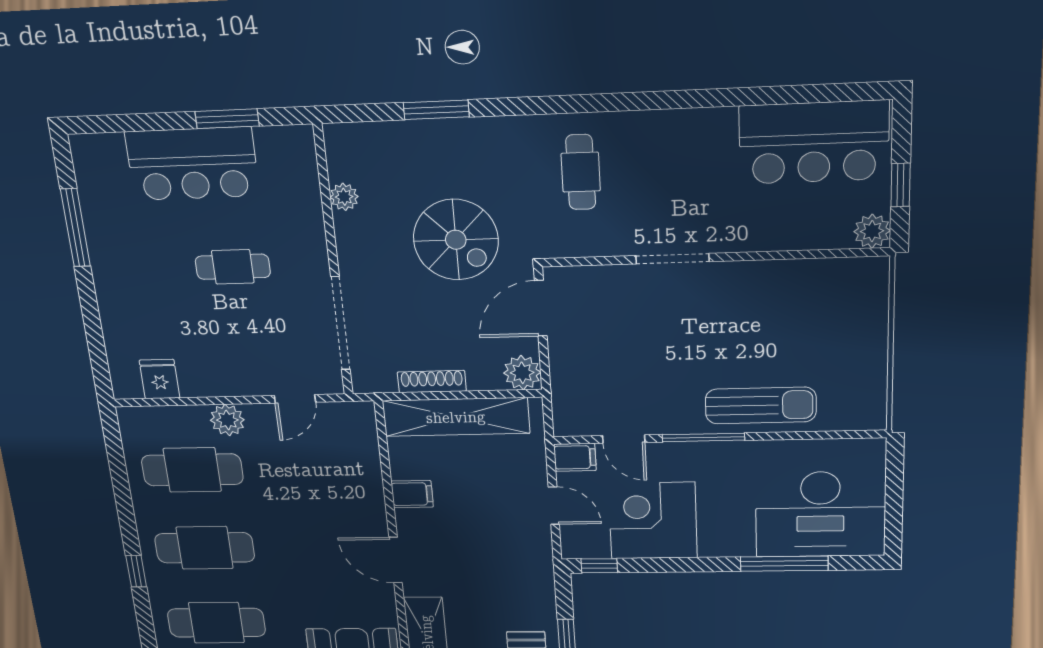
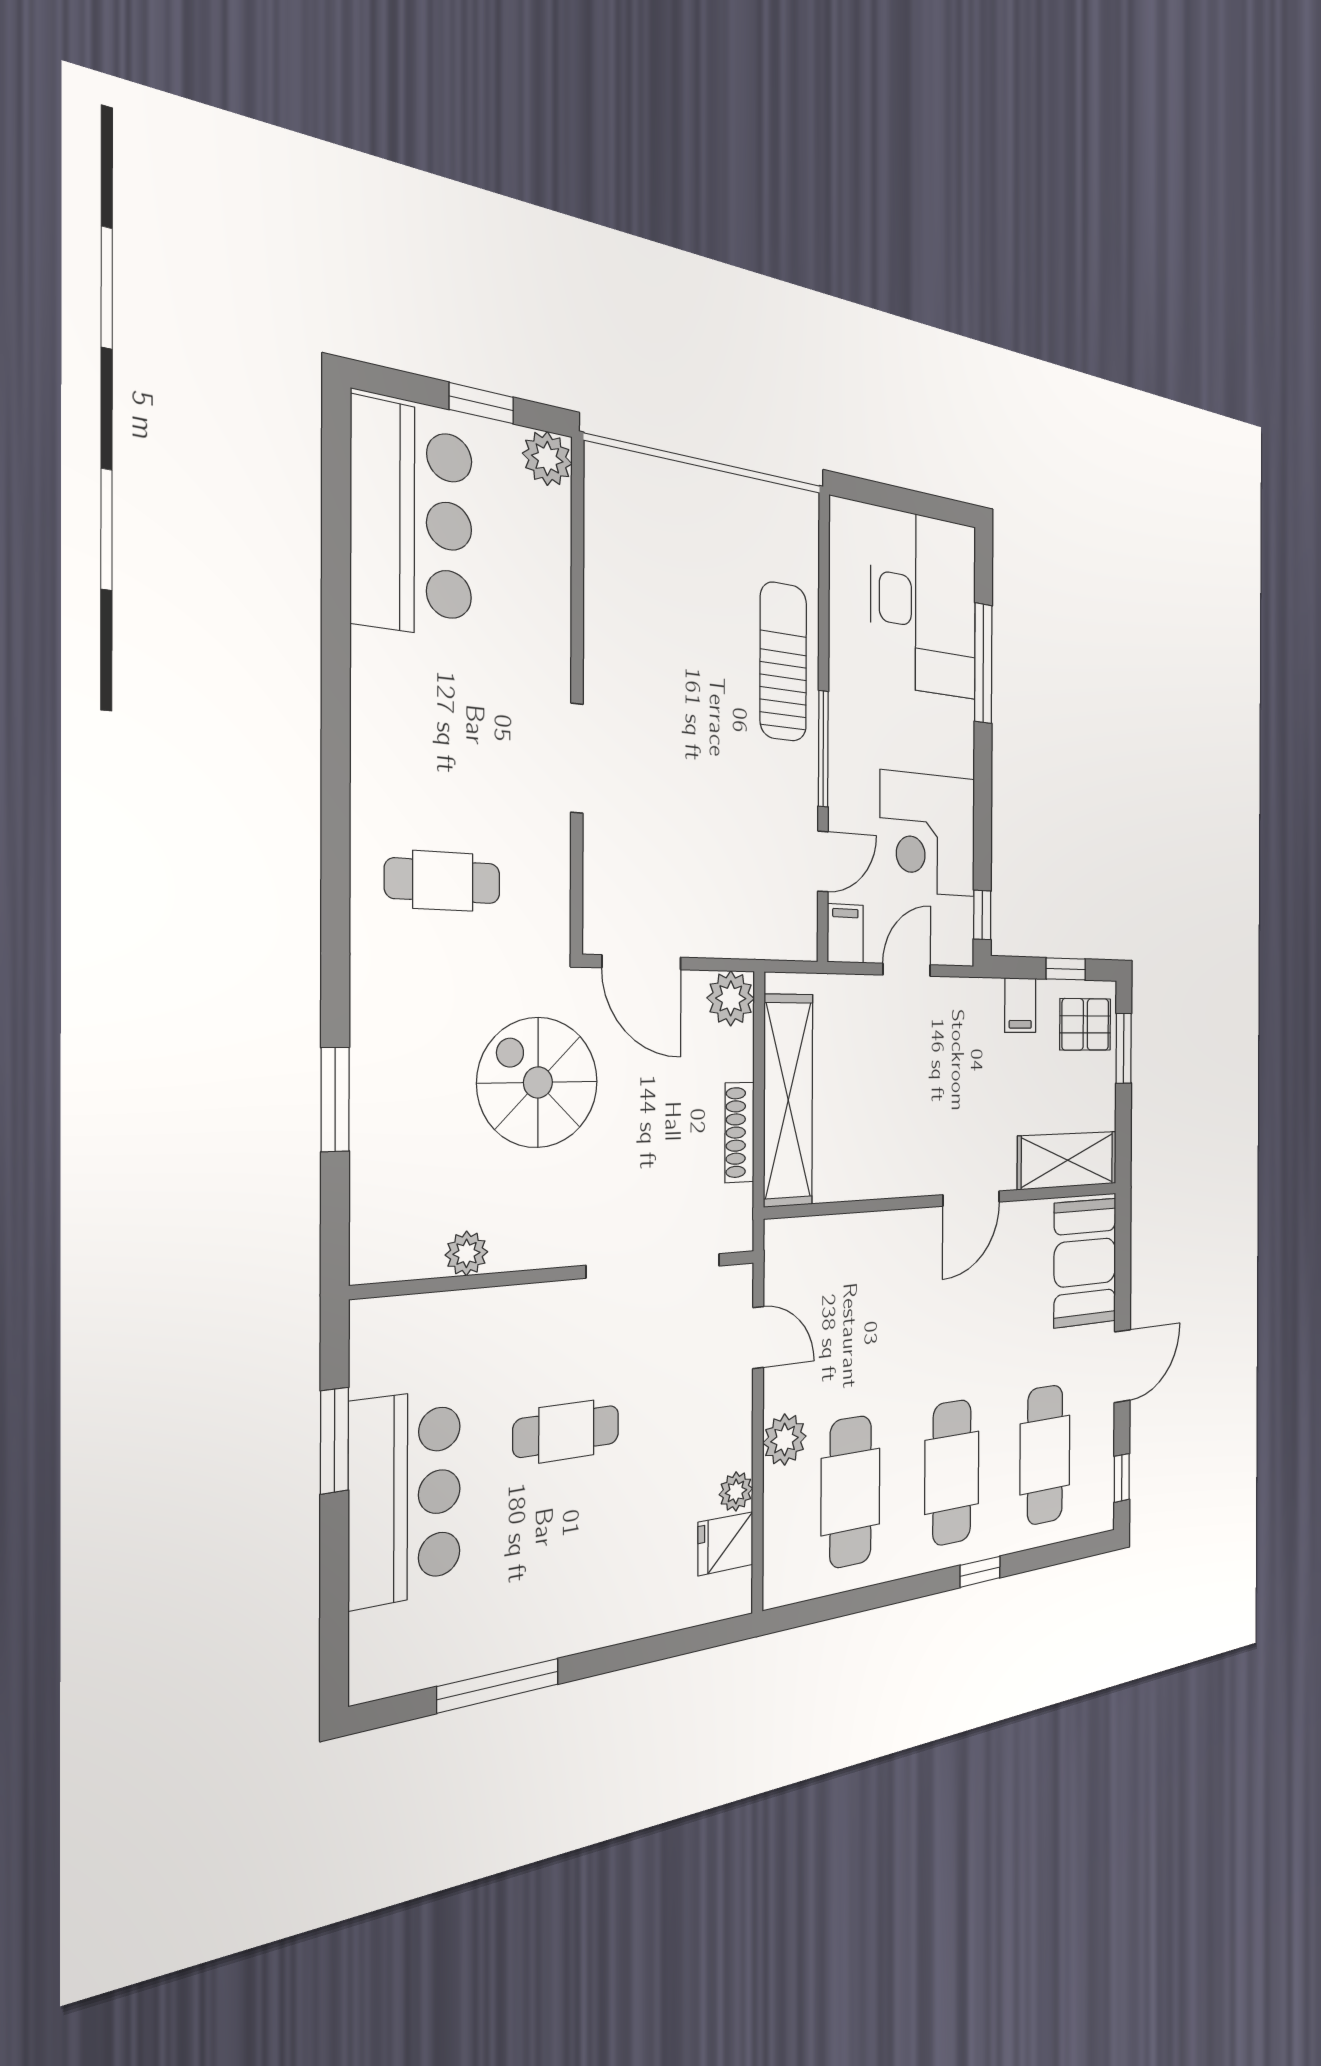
spiral stairs: (456, 240) -> (538, 1082), turned -90
cafe table: (233, 267) -> (566, 1431), turned 90
plant: (193, 386) -> (736, 1491), added
filing cabinet: (412, 494) -> (1020, 1005), moved, turned 180

